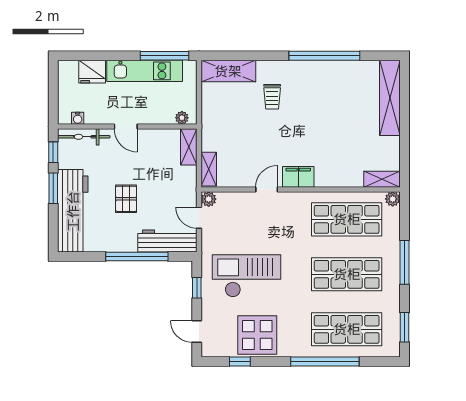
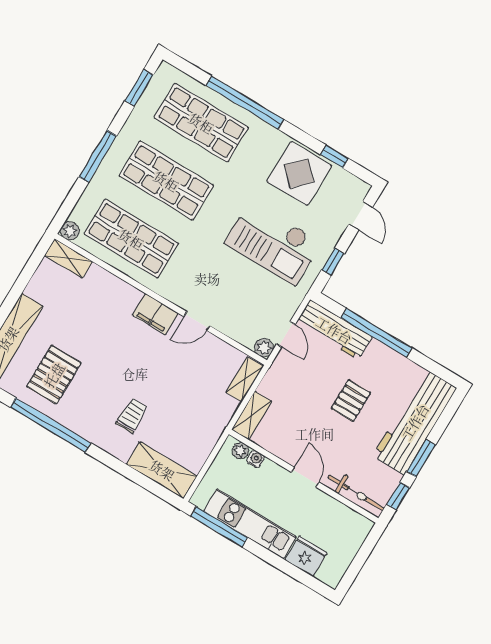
pallet: (343, 92) -> (54, 375), added
water cooler: (78, 118) -> (256, 459), moved

